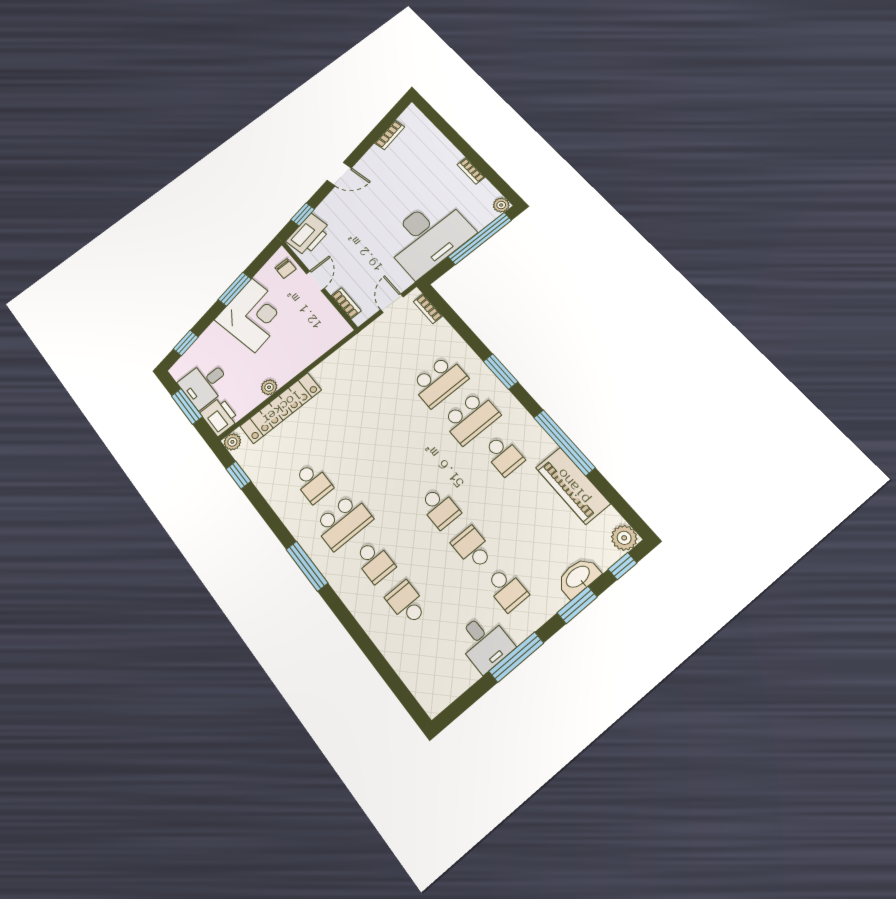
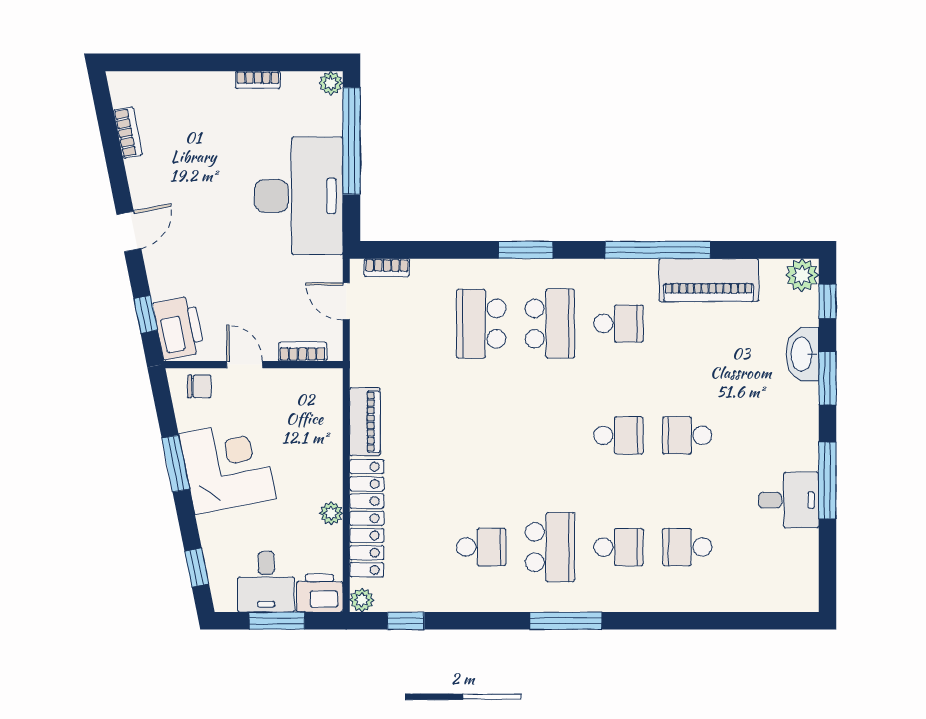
piano: (334, 364) -> (365, 422), added
school desk: (439, 381) -> (481, 324), turned 180
school desk: (507, 589) -> (756, 435), removed

